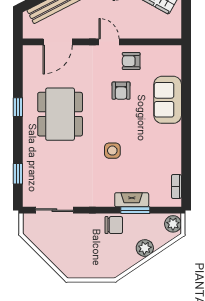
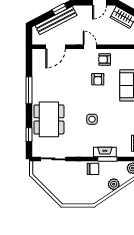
window: (18, 107) -> (29, 90), width x2.17
dining table: (60, 114) -> (49, 119), moved

